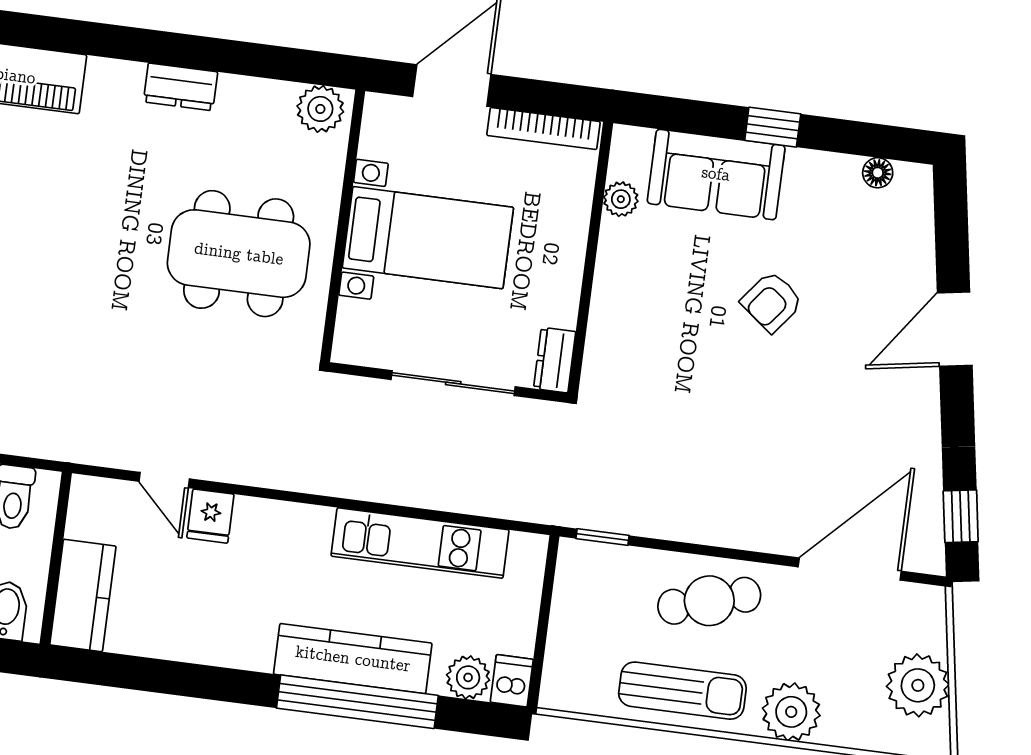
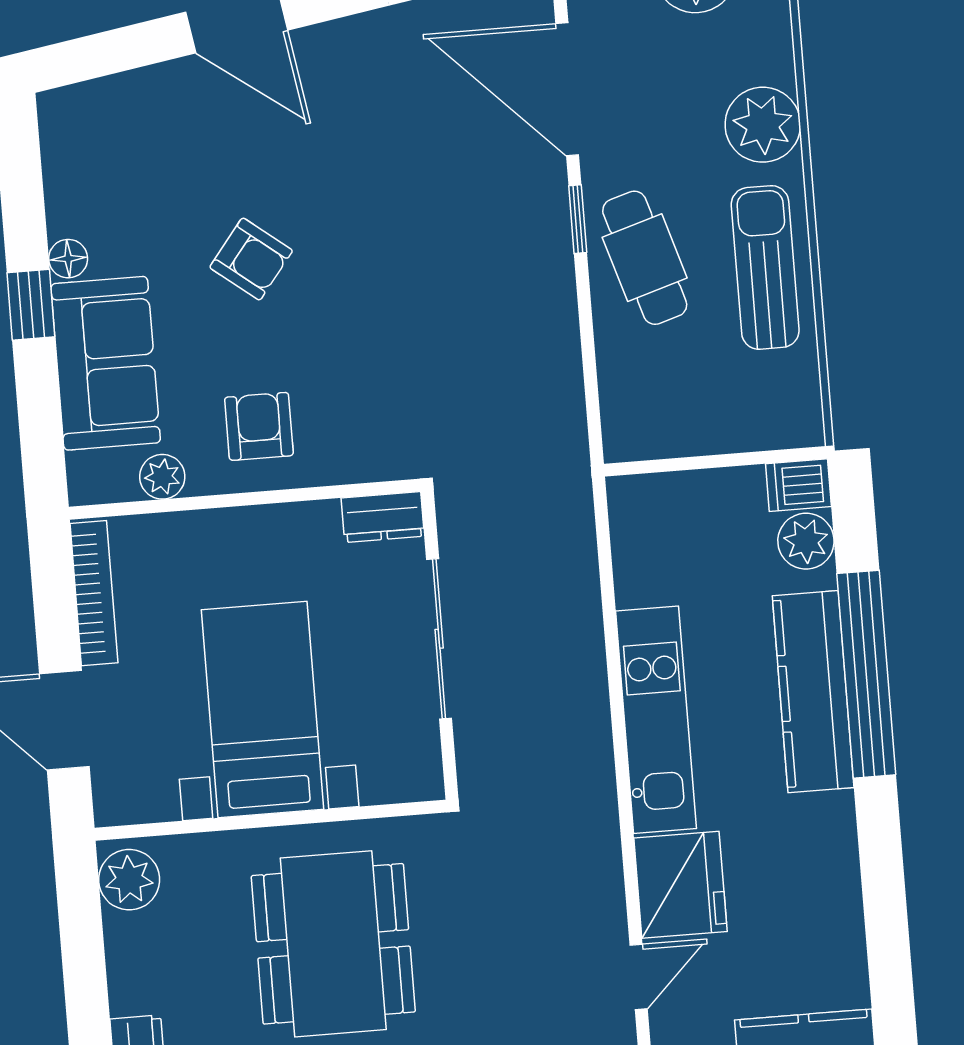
floor lamp: (878, 173) -> (68, 259), moved
armchair: (643, 281) -> (259, 426), added
fridge: (210, 516) -> (680, 885), width x1.88, depth x1.34
window: (603, 537) -> (578, 219), moved
kitchen unit: (420, 543) -> (656, 720), moved

